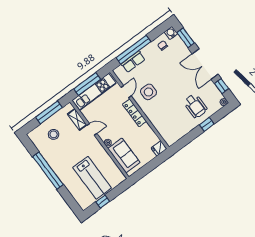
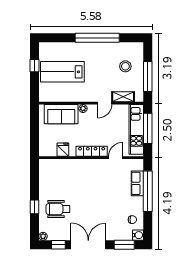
door: (126, 92) -> (116, 158), swing flipped
side table: (148, 92) -> (101, 177), removed
fridge: (159, 148) -> (63, 150), moved

